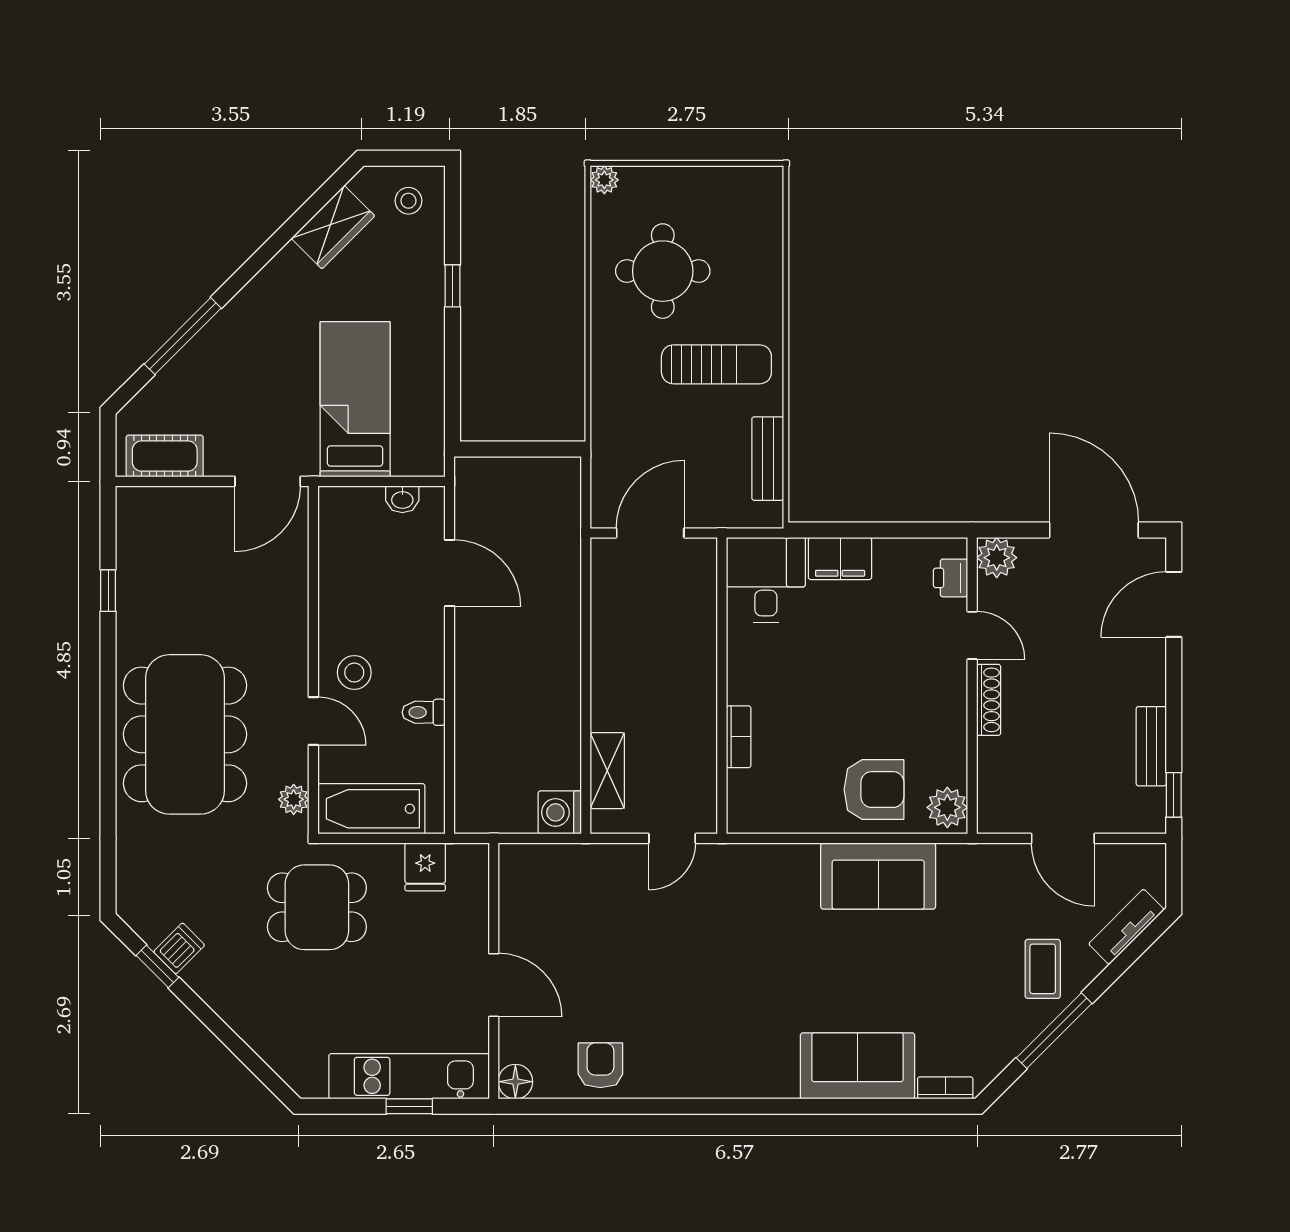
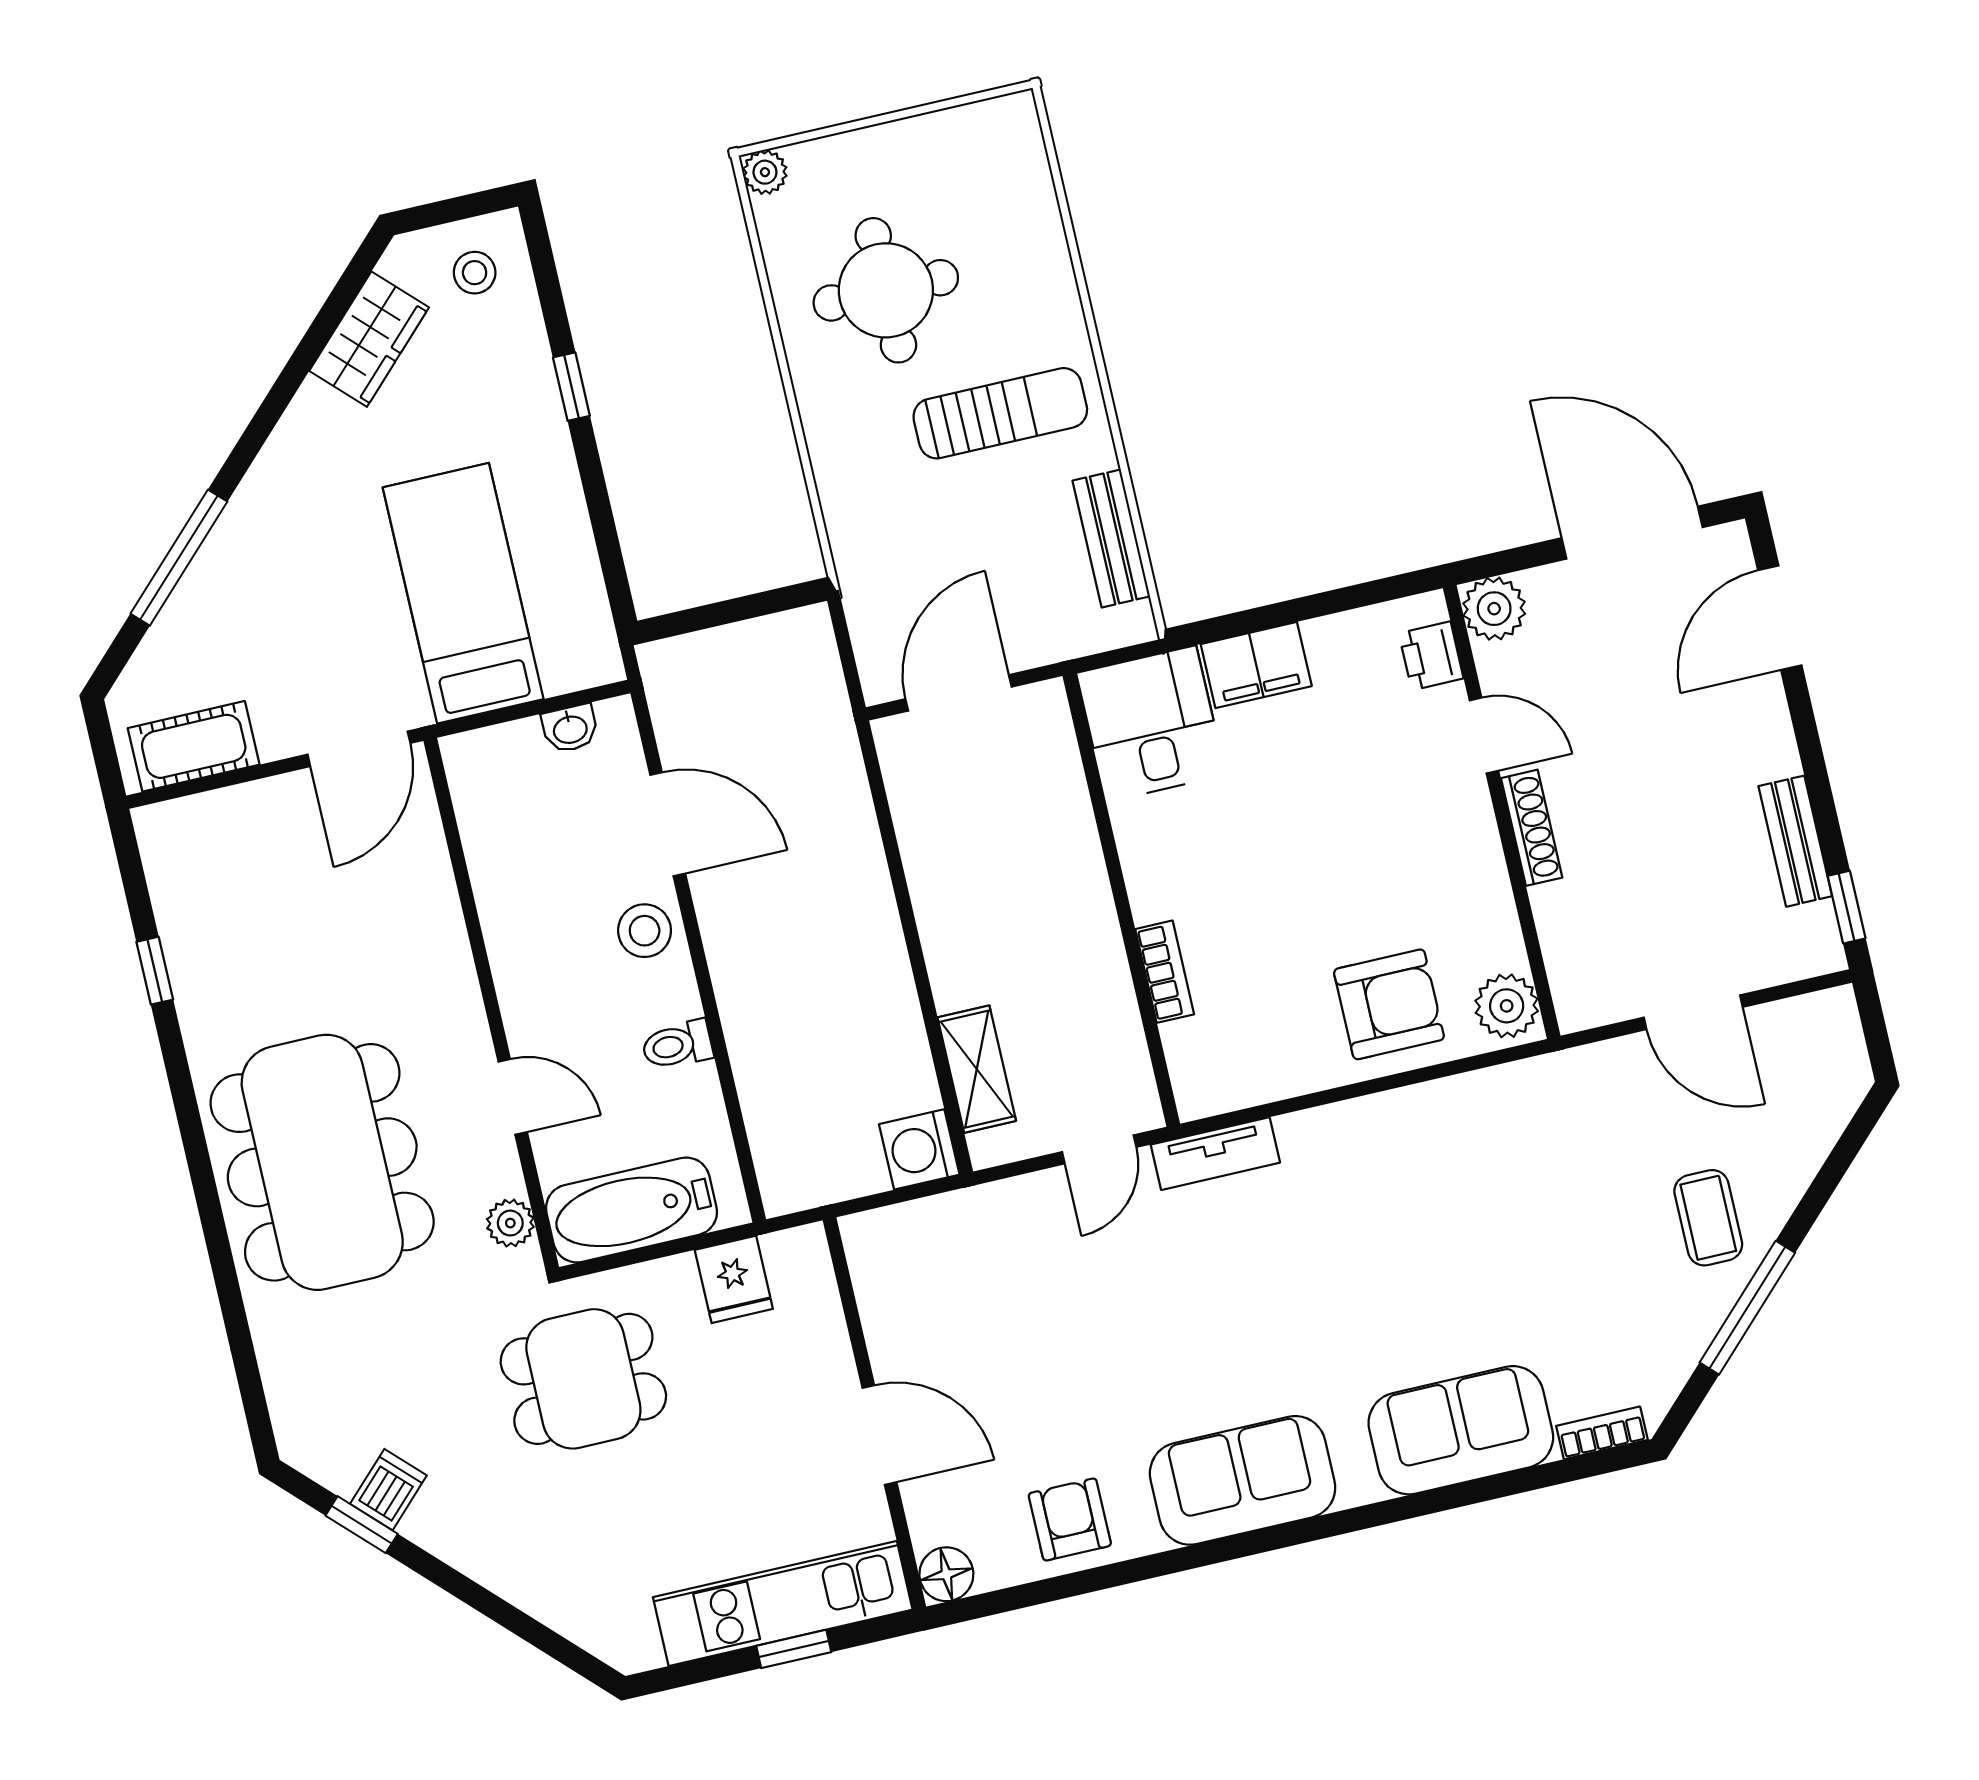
stool: (354, 673) -> (645, 931), moved
sofa: (878, 876) -> (1243, 1480), moved, turned 180
tv unit: (1126, 927) -> (1215, 1154), moved, turned -135

